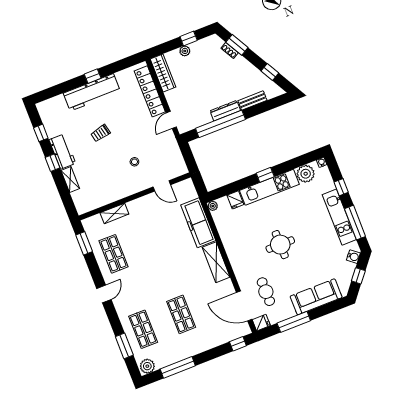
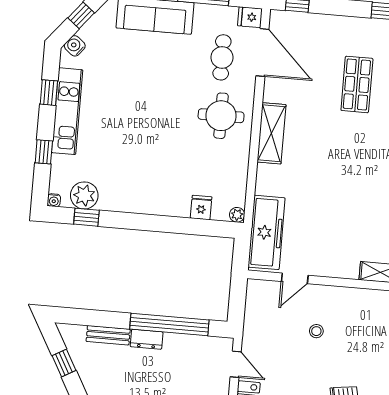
dresser: (225, 111) -> (147, 339), width x0.70
door: (171, 120) -> (236, 364), hinge flipped
window: (265, 175) -> (86, 217), moved
door: (162, 186) -> (295, 278), swing flipped
kitchen unit: (269, 187) -> (145, 202), removed
freezer: (198, 223) -> (267, 232), moved
window: (355, 223) -> (49, 93), width x0.46
round table: (280, 245) -> (221, 116), moved

